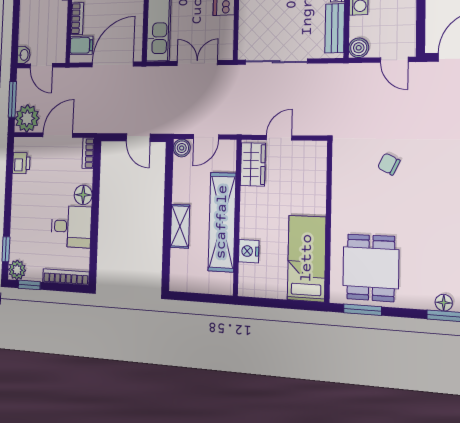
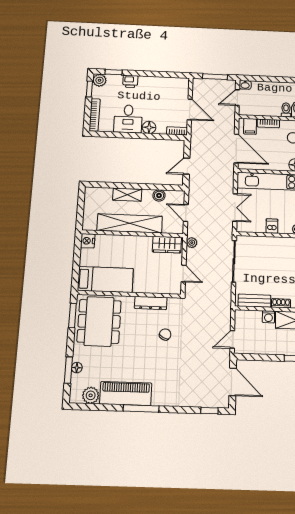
boiler: (359, 48) -> (241, 316), removed
plant: (27, 118) -> (192, 243), moved, width x0.53, depth x0.53
door: (279, 138) -> (184, 274), moved
boiler: (182, 148) -> (159, 195), moved
printer: (21, 163) -> (130, 81), moved
dresser: (341, 187) -> (151, 303), added
nightstand: (249, 251) -> (88, 241), moved, turned -90
dining table: (371, 268) -> (99, 321), width x1.38

